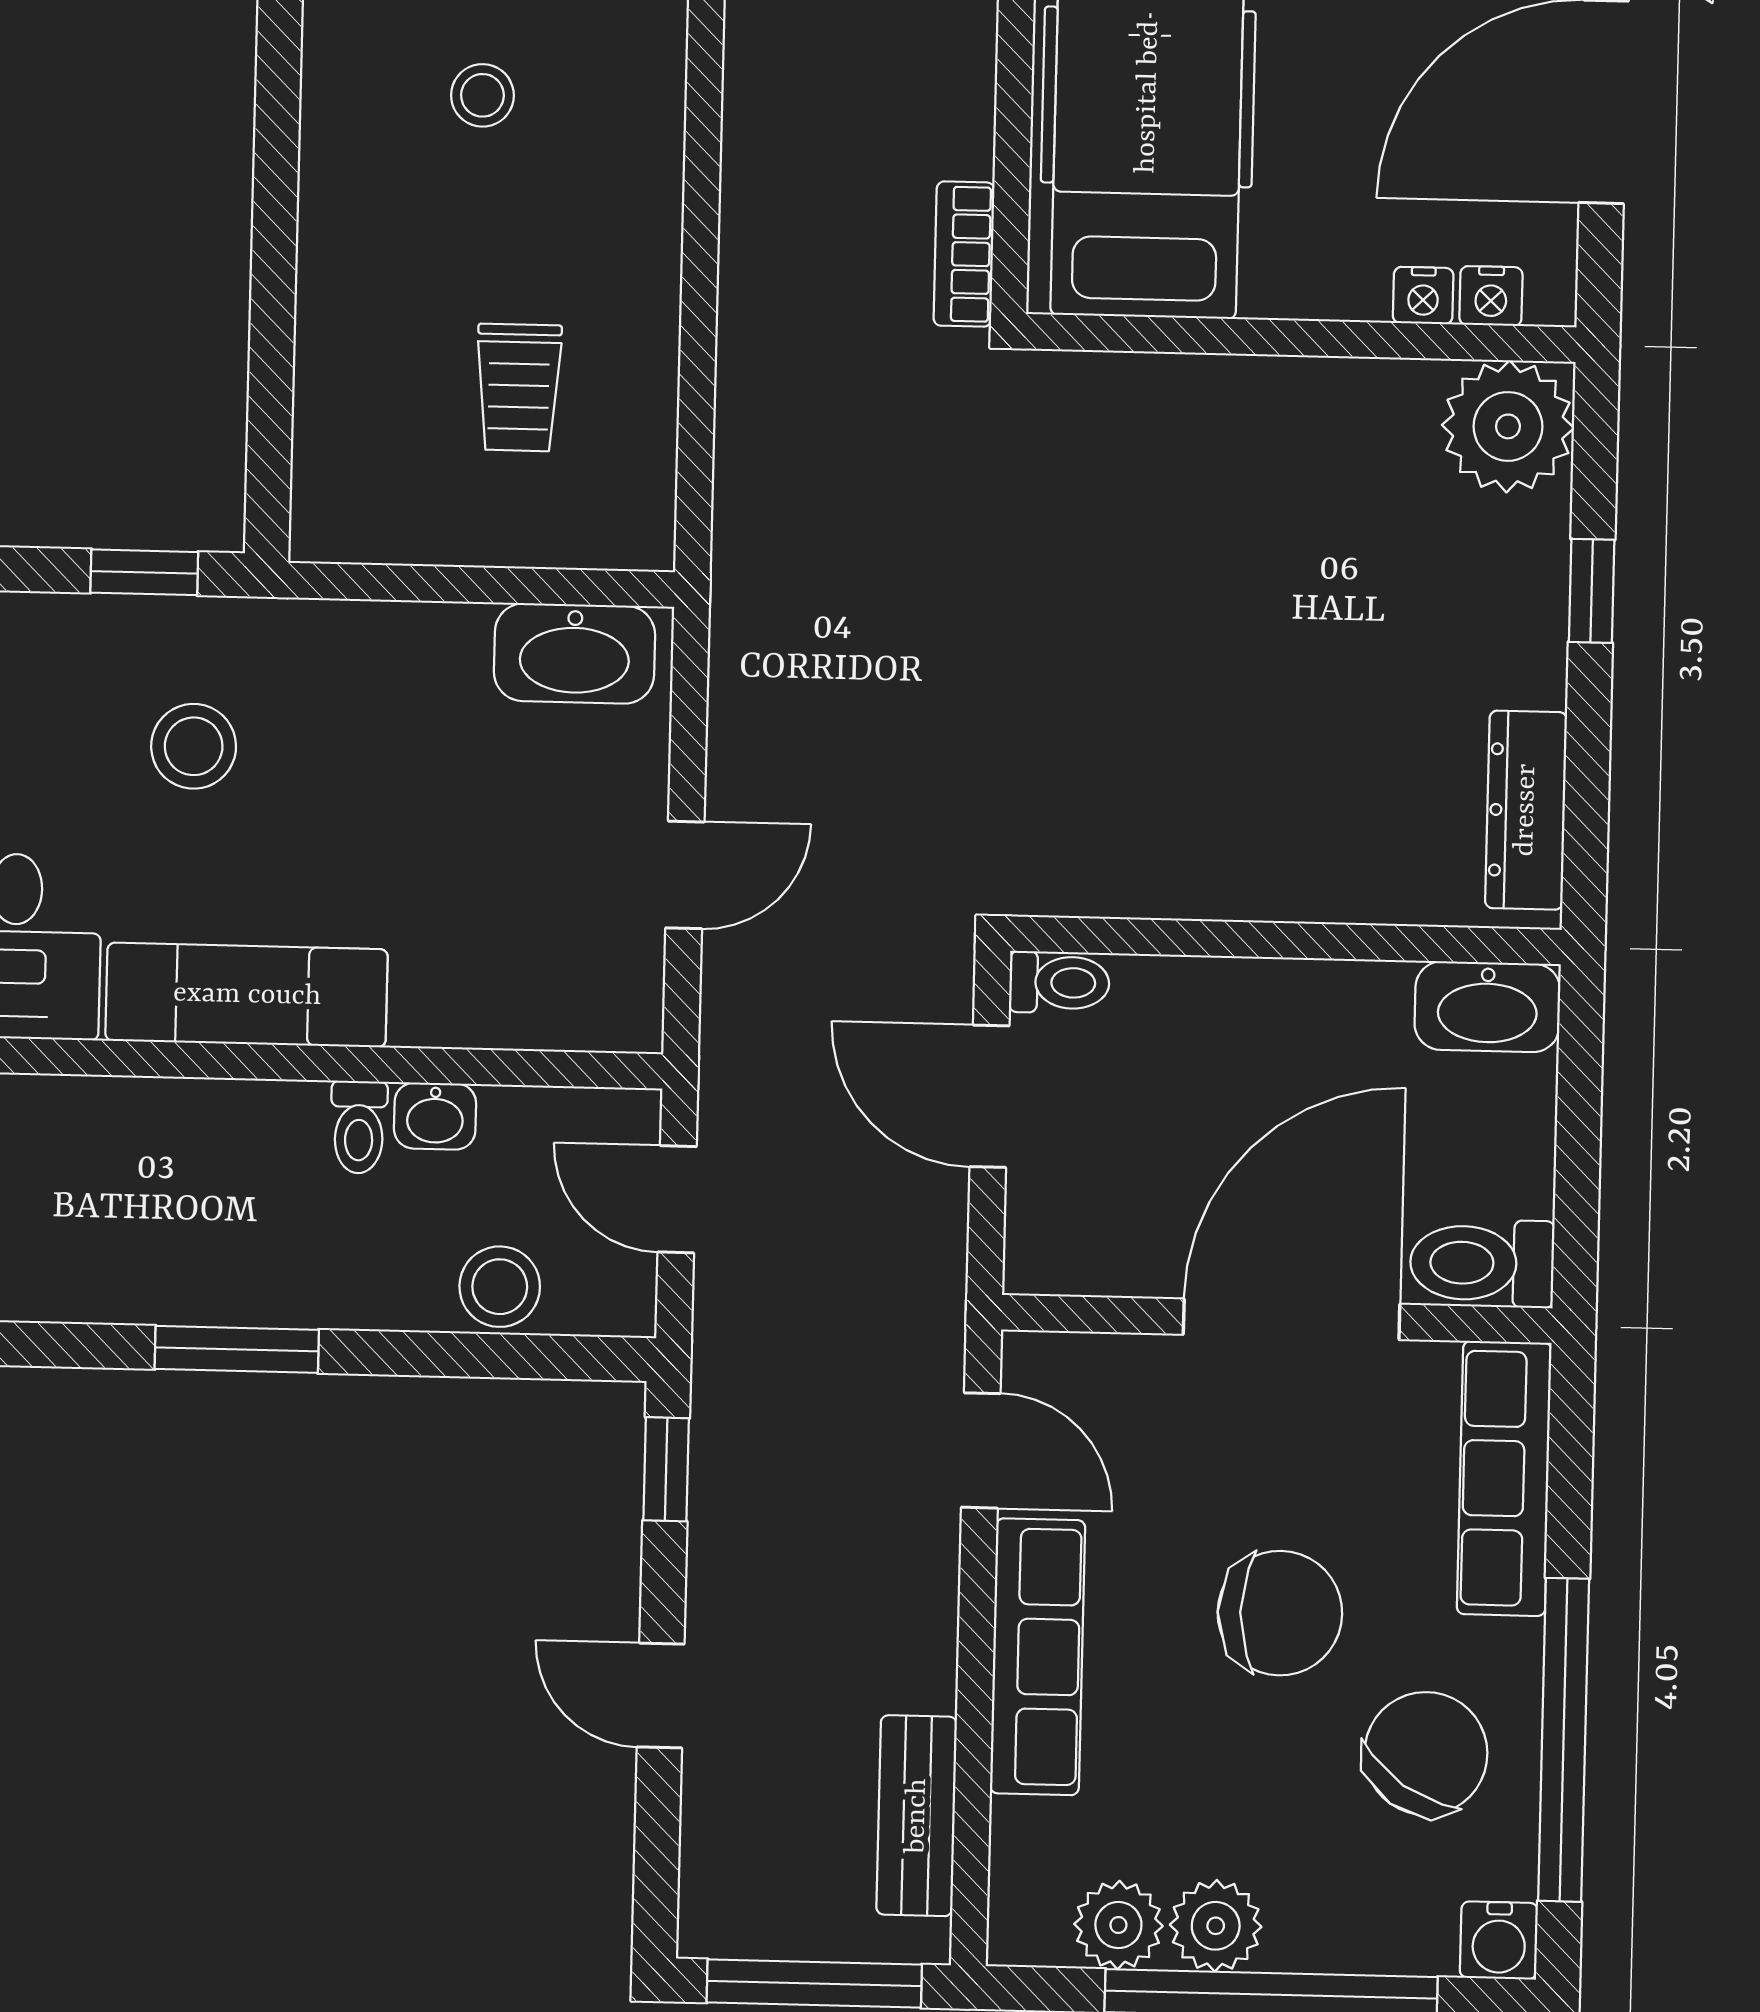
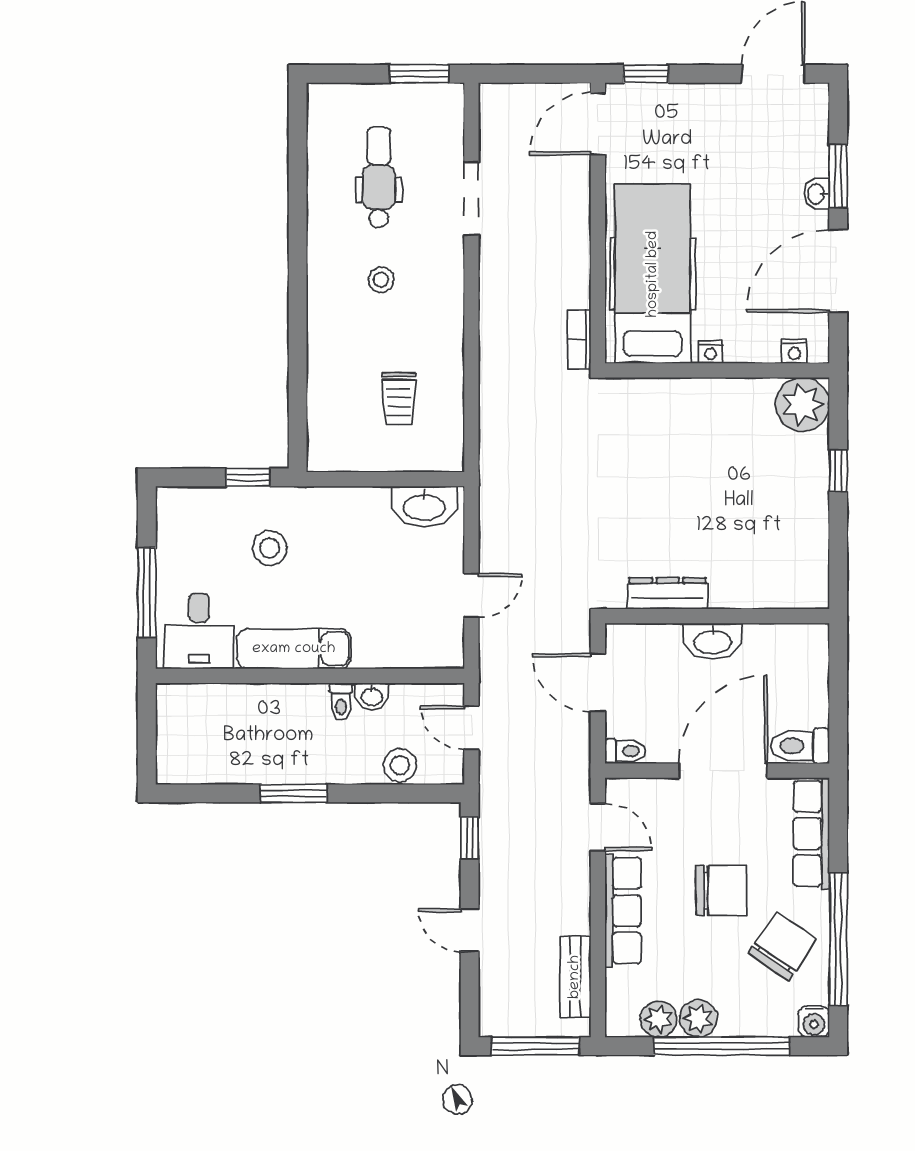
nightstand: (1423, 296) -> (710, 352), moved
dresser: (1526, 810) -> (668, 593), moved, turned 90
toilet: (1059, 983) -> (625, 751), moved
washbasin: (1487, 1007) -> (713, 641), moved

